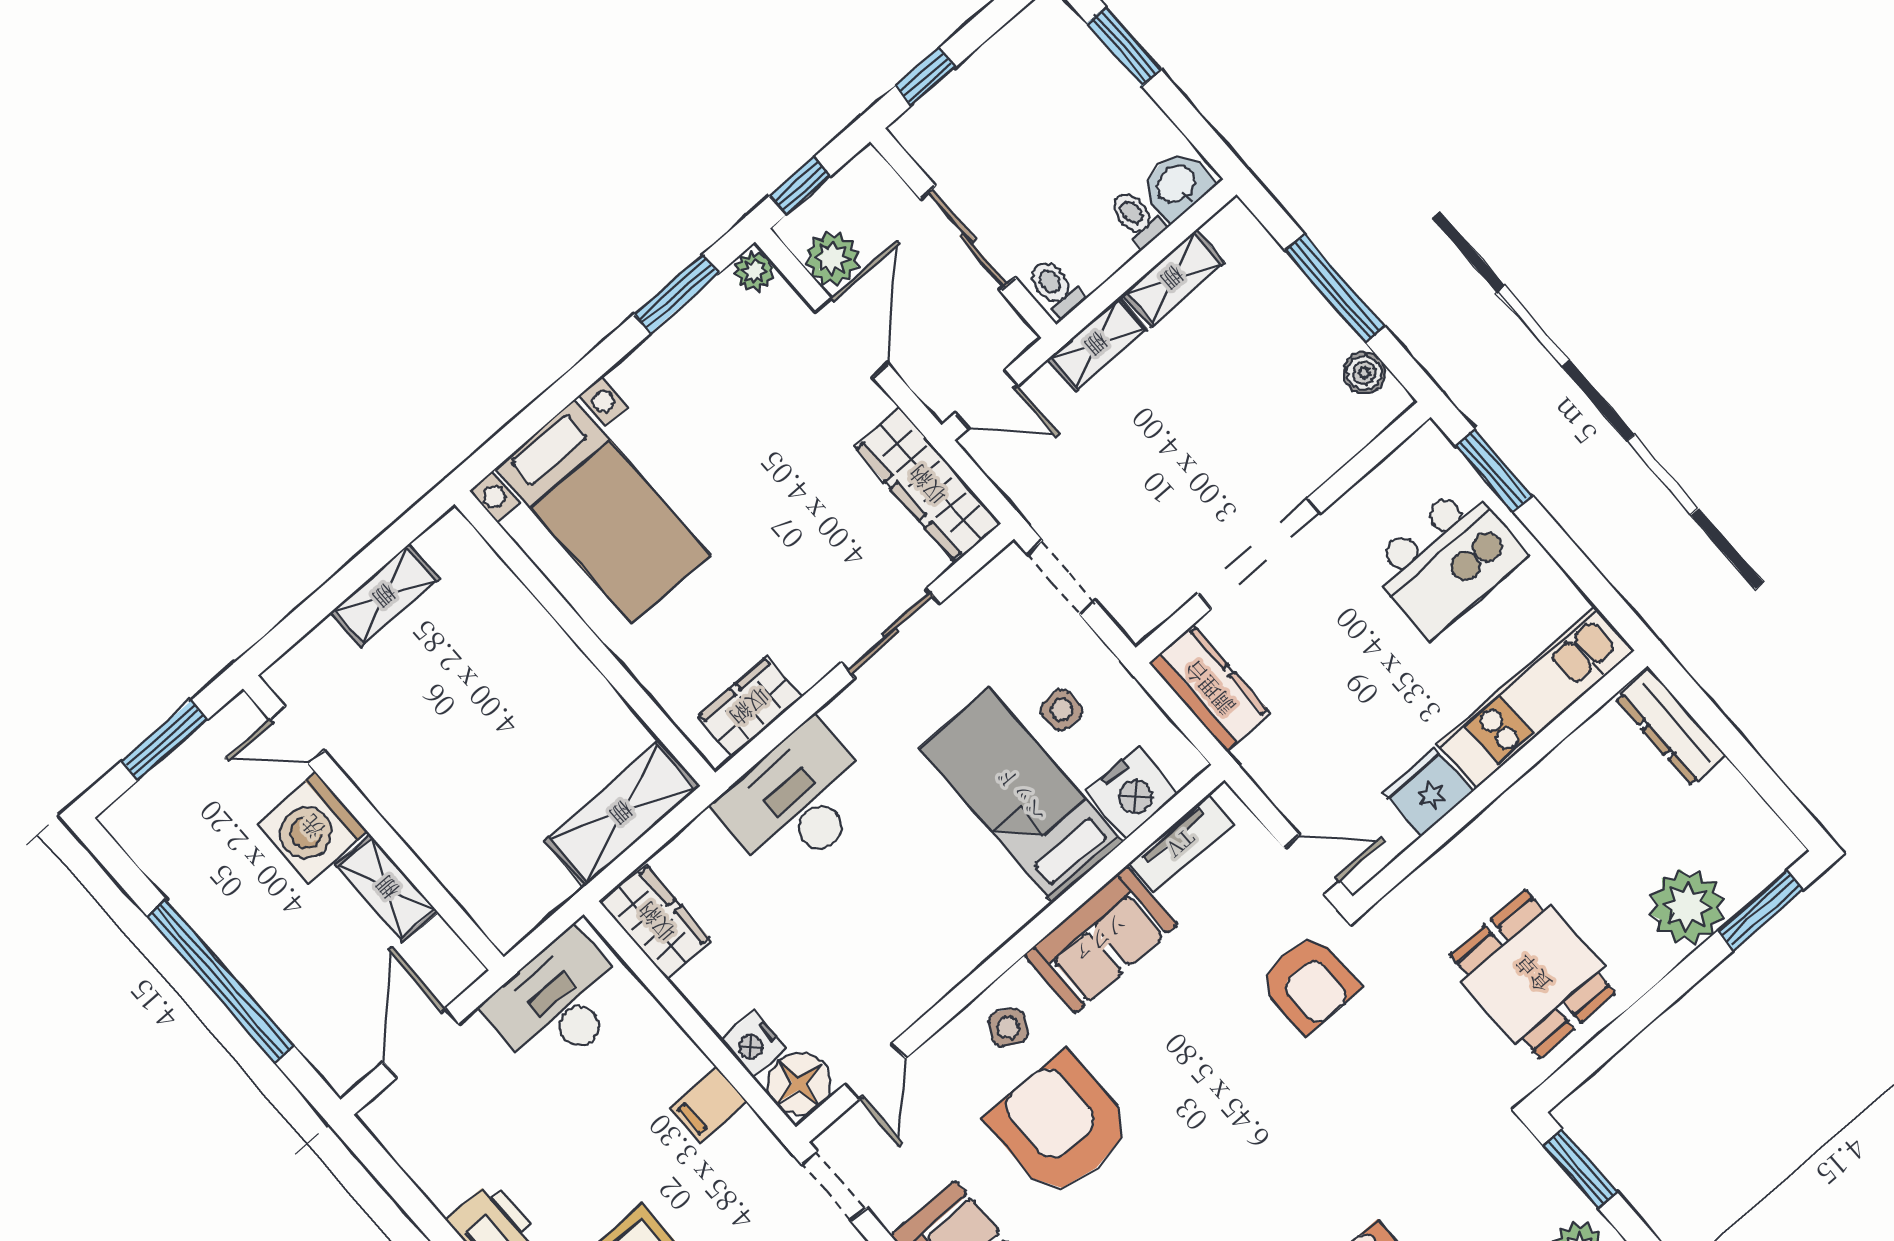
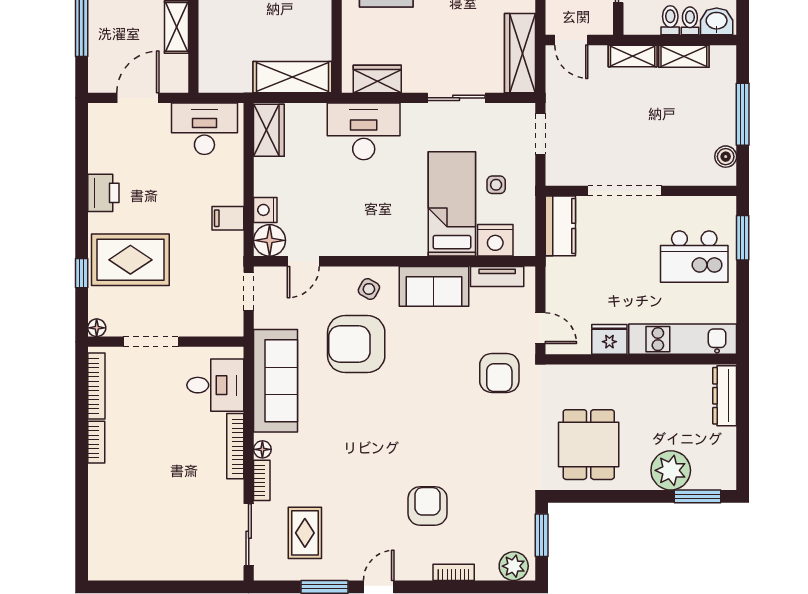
toilet: (1055, 288) -> (670, 20), moved
armchair: (1060, 1125) -> (356, 344), turned -91

